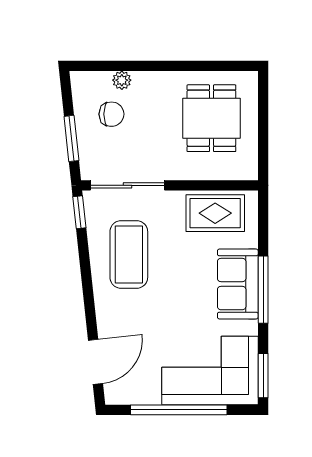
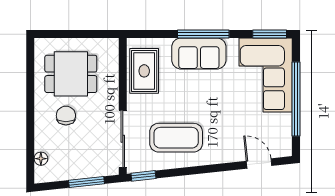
floor lamp: (102, 80) -> (41, 159), added
plant: (122, 80) -> (41, 143), removed
chair: (111, 114) -> (66, 116), moved
door: (95, 362) -> (259, 163), width x0.73

